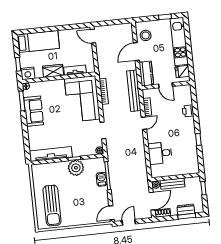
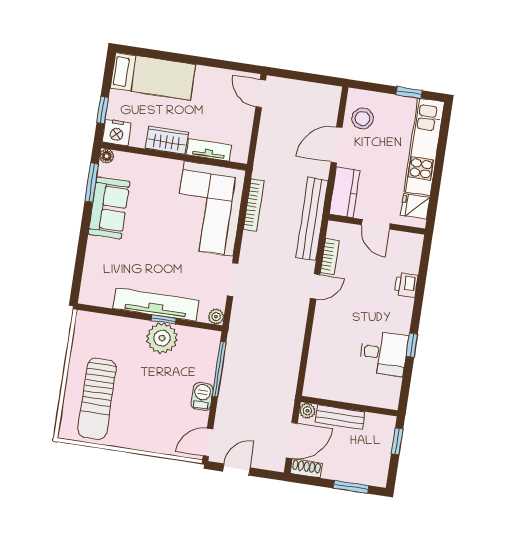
desk: (160, 153) -> (384, 353), moved, turned 180
tv unit: (51, 154) -> (156, 304), moved
barbecue: (102, 179) -> (202, 396), moved
dresser: (186, 209) -> (353, 473), removed

